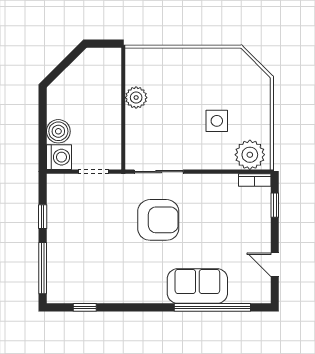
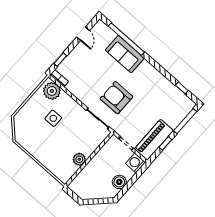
boiler: (58, 131) -> (119, 182), moved
piano: (62, 208) -> (154, 140), added

